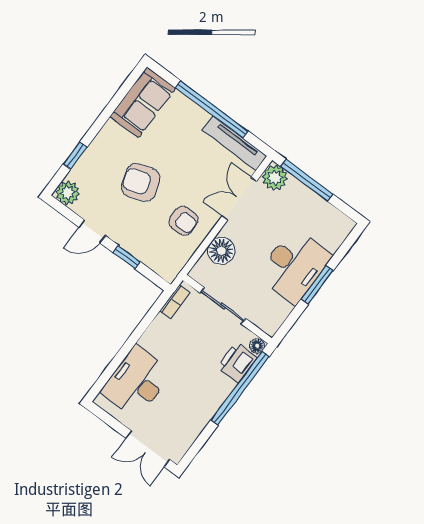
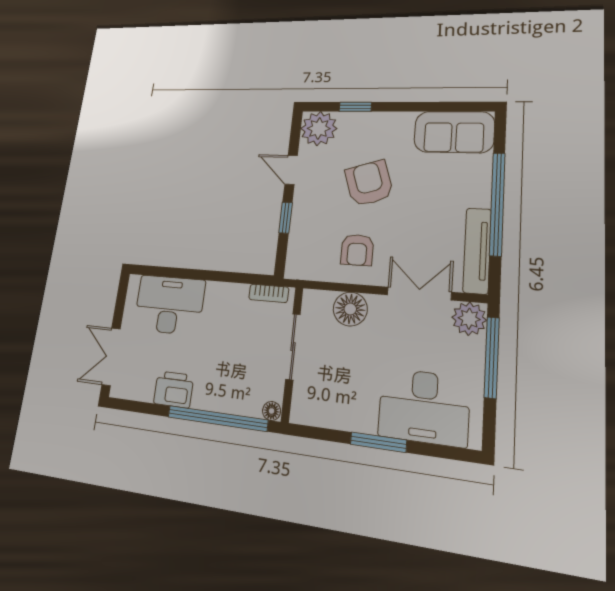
plant: (68, 193) -> (319, 129), width x1.36, depth x1.36
desk: (294, 266) -> (424, 407), moved
printer: (237, 362) -> (174, 389), moved

